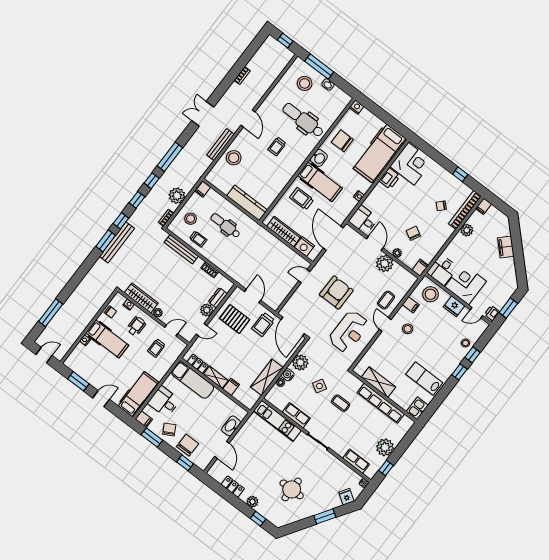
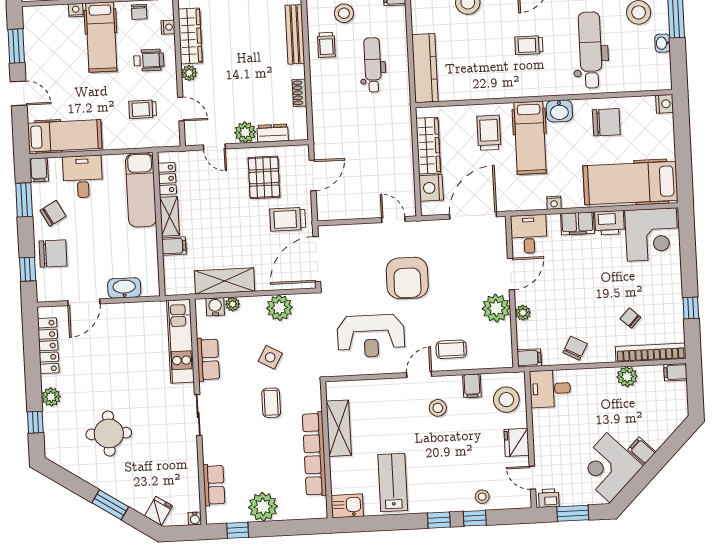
chair: (342, 141) -> (606, 122), turned 90
filing cabinet: (377, 193) -> (577, 223), added
chair: (413, 233) -> (575, 348), moved
filing cabinet: (506, 247) -> (642, 451), width x0.50
corner desk: (466, 284) -> (608, 468), moved, turned -135
armchair: (336, 292) -> (407, 278), turned 90
water cooler: (288, 375) -> (215, 307), moved
locker: (233, 487) -> (48, 346), width x1.53

